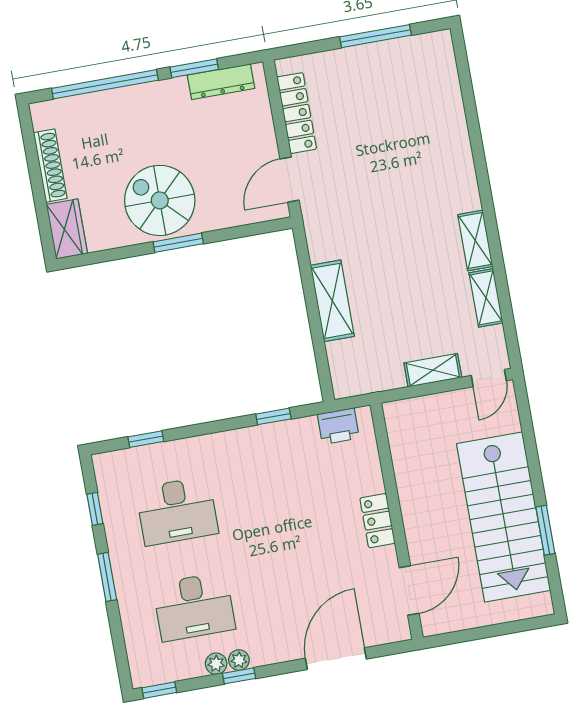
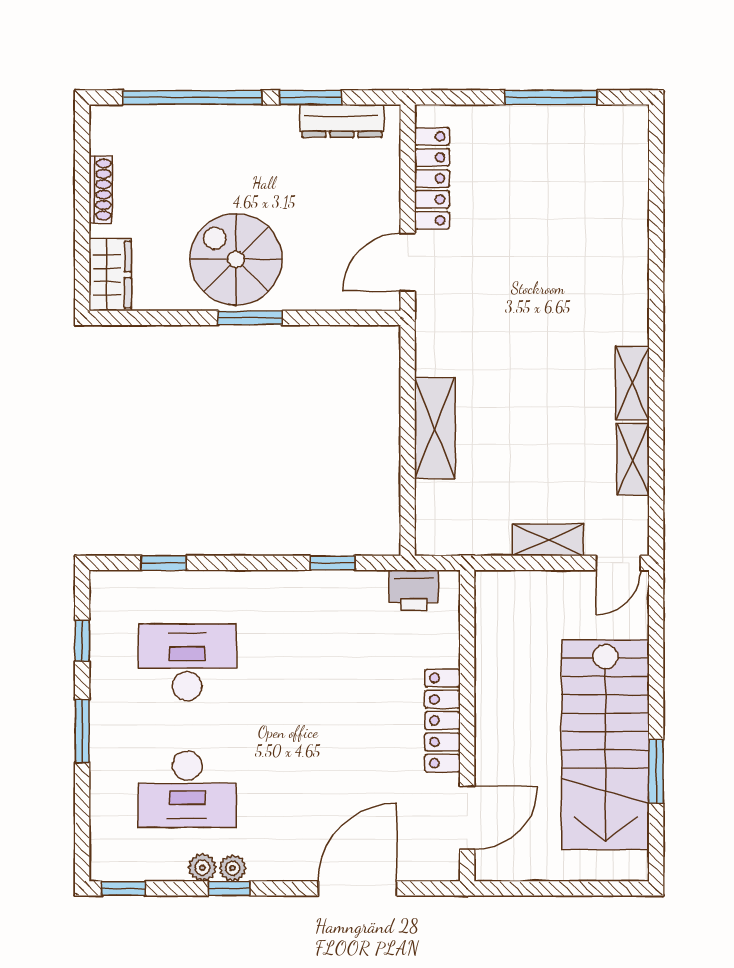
shoe rack: (50, 166) -> (101, 189), width x0.74, depth x0.81
desk: (177, 511) -> (187, 662), turned 180
locker: (377, 521) -> (442, 721), width x1.53

